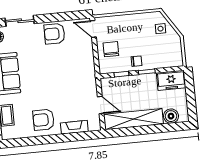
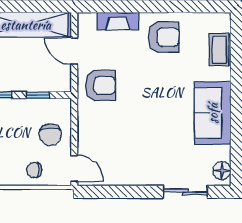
armchair: (54, 34) -> (100, 85), moved
chair: (136, 61) -> (34, 170), moved

